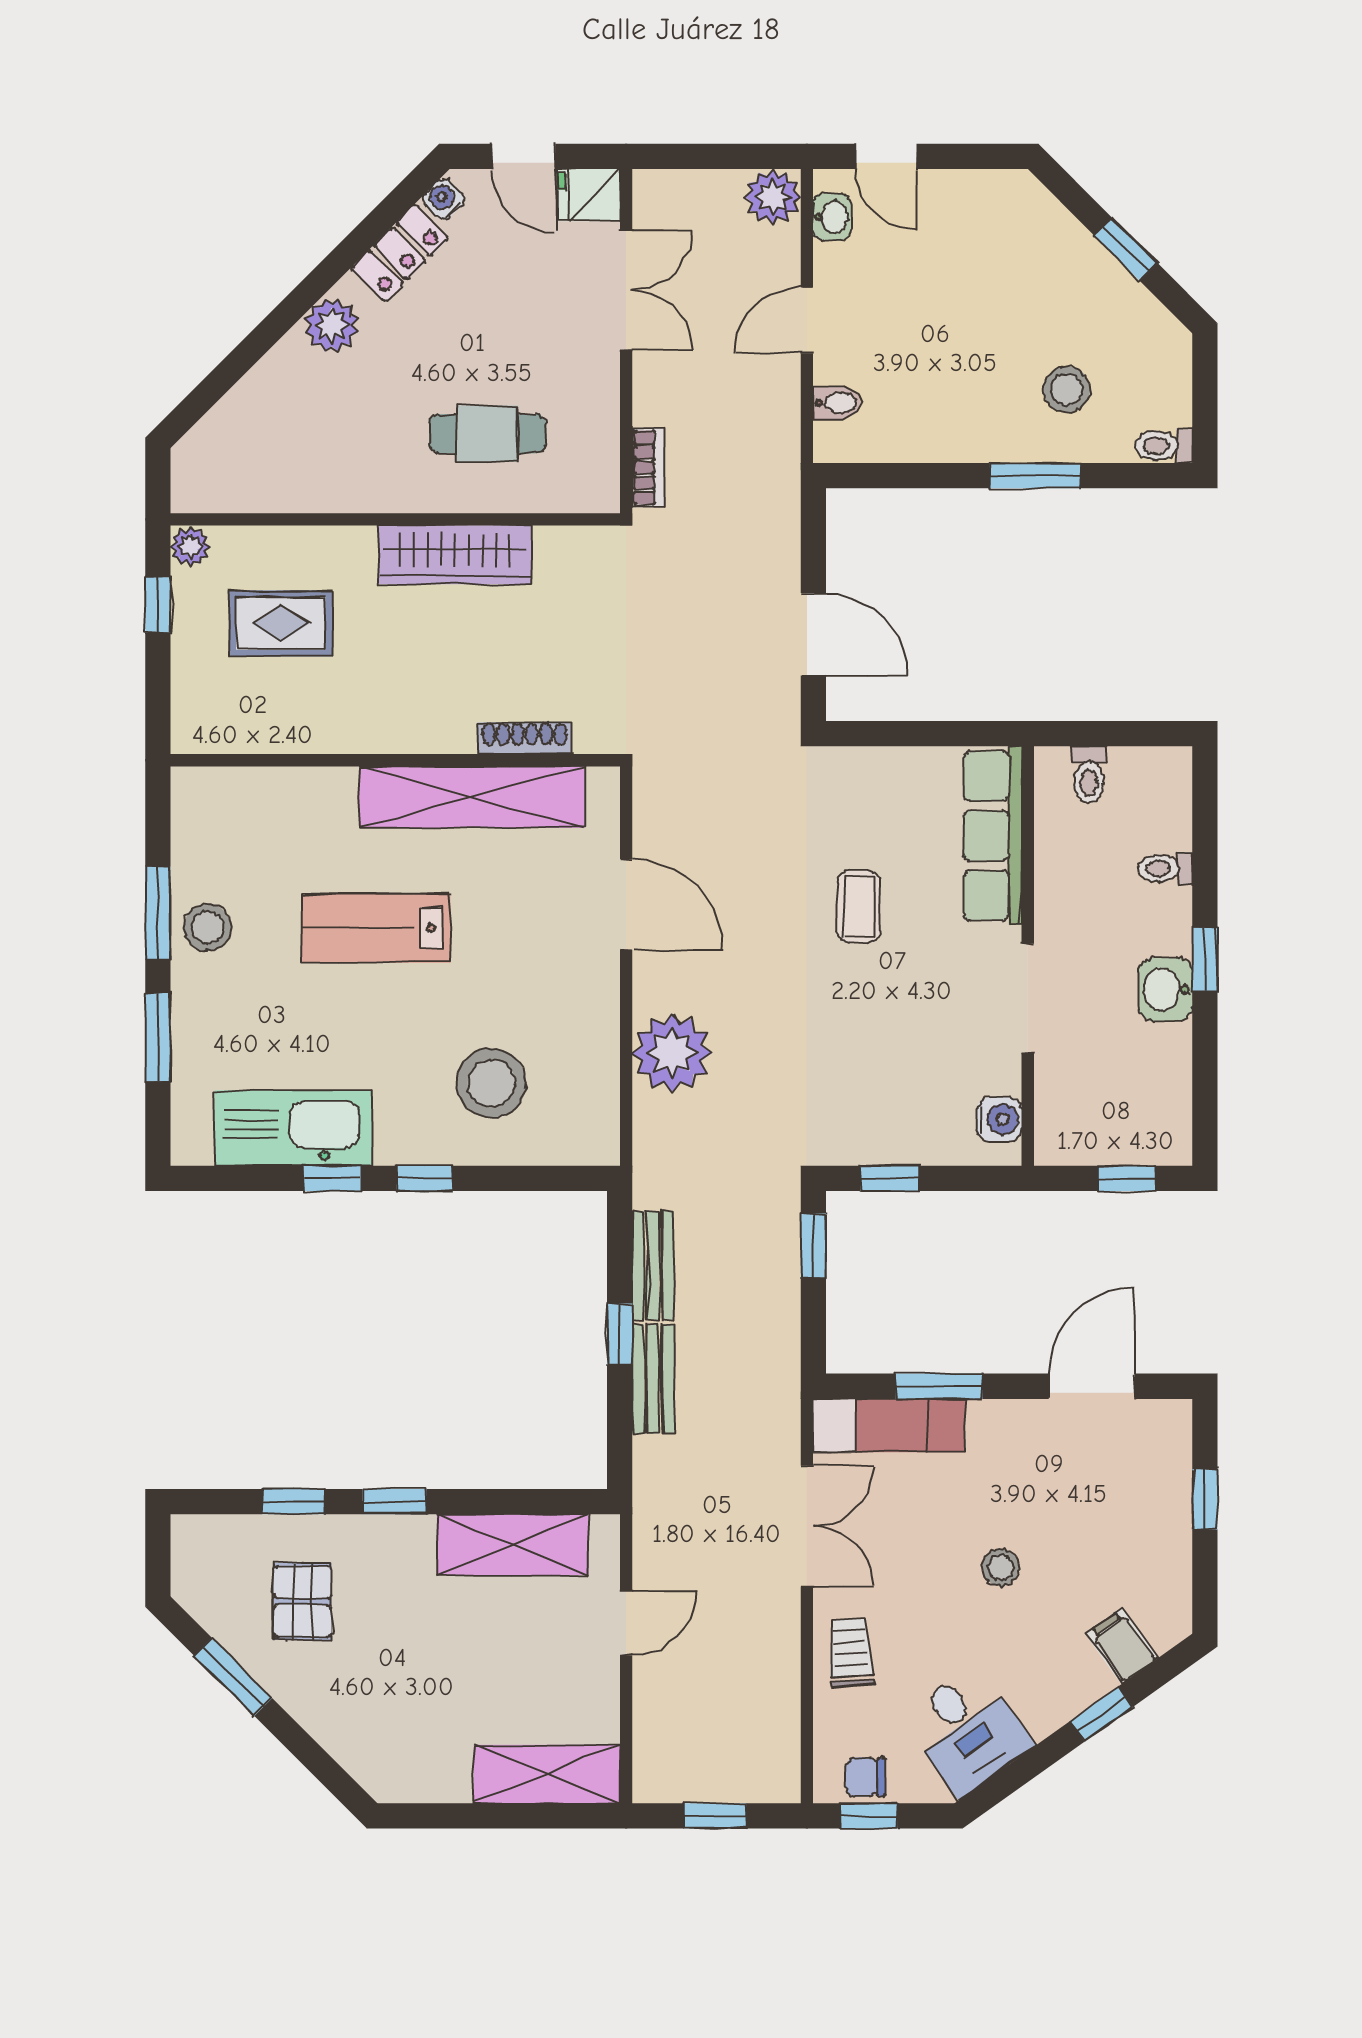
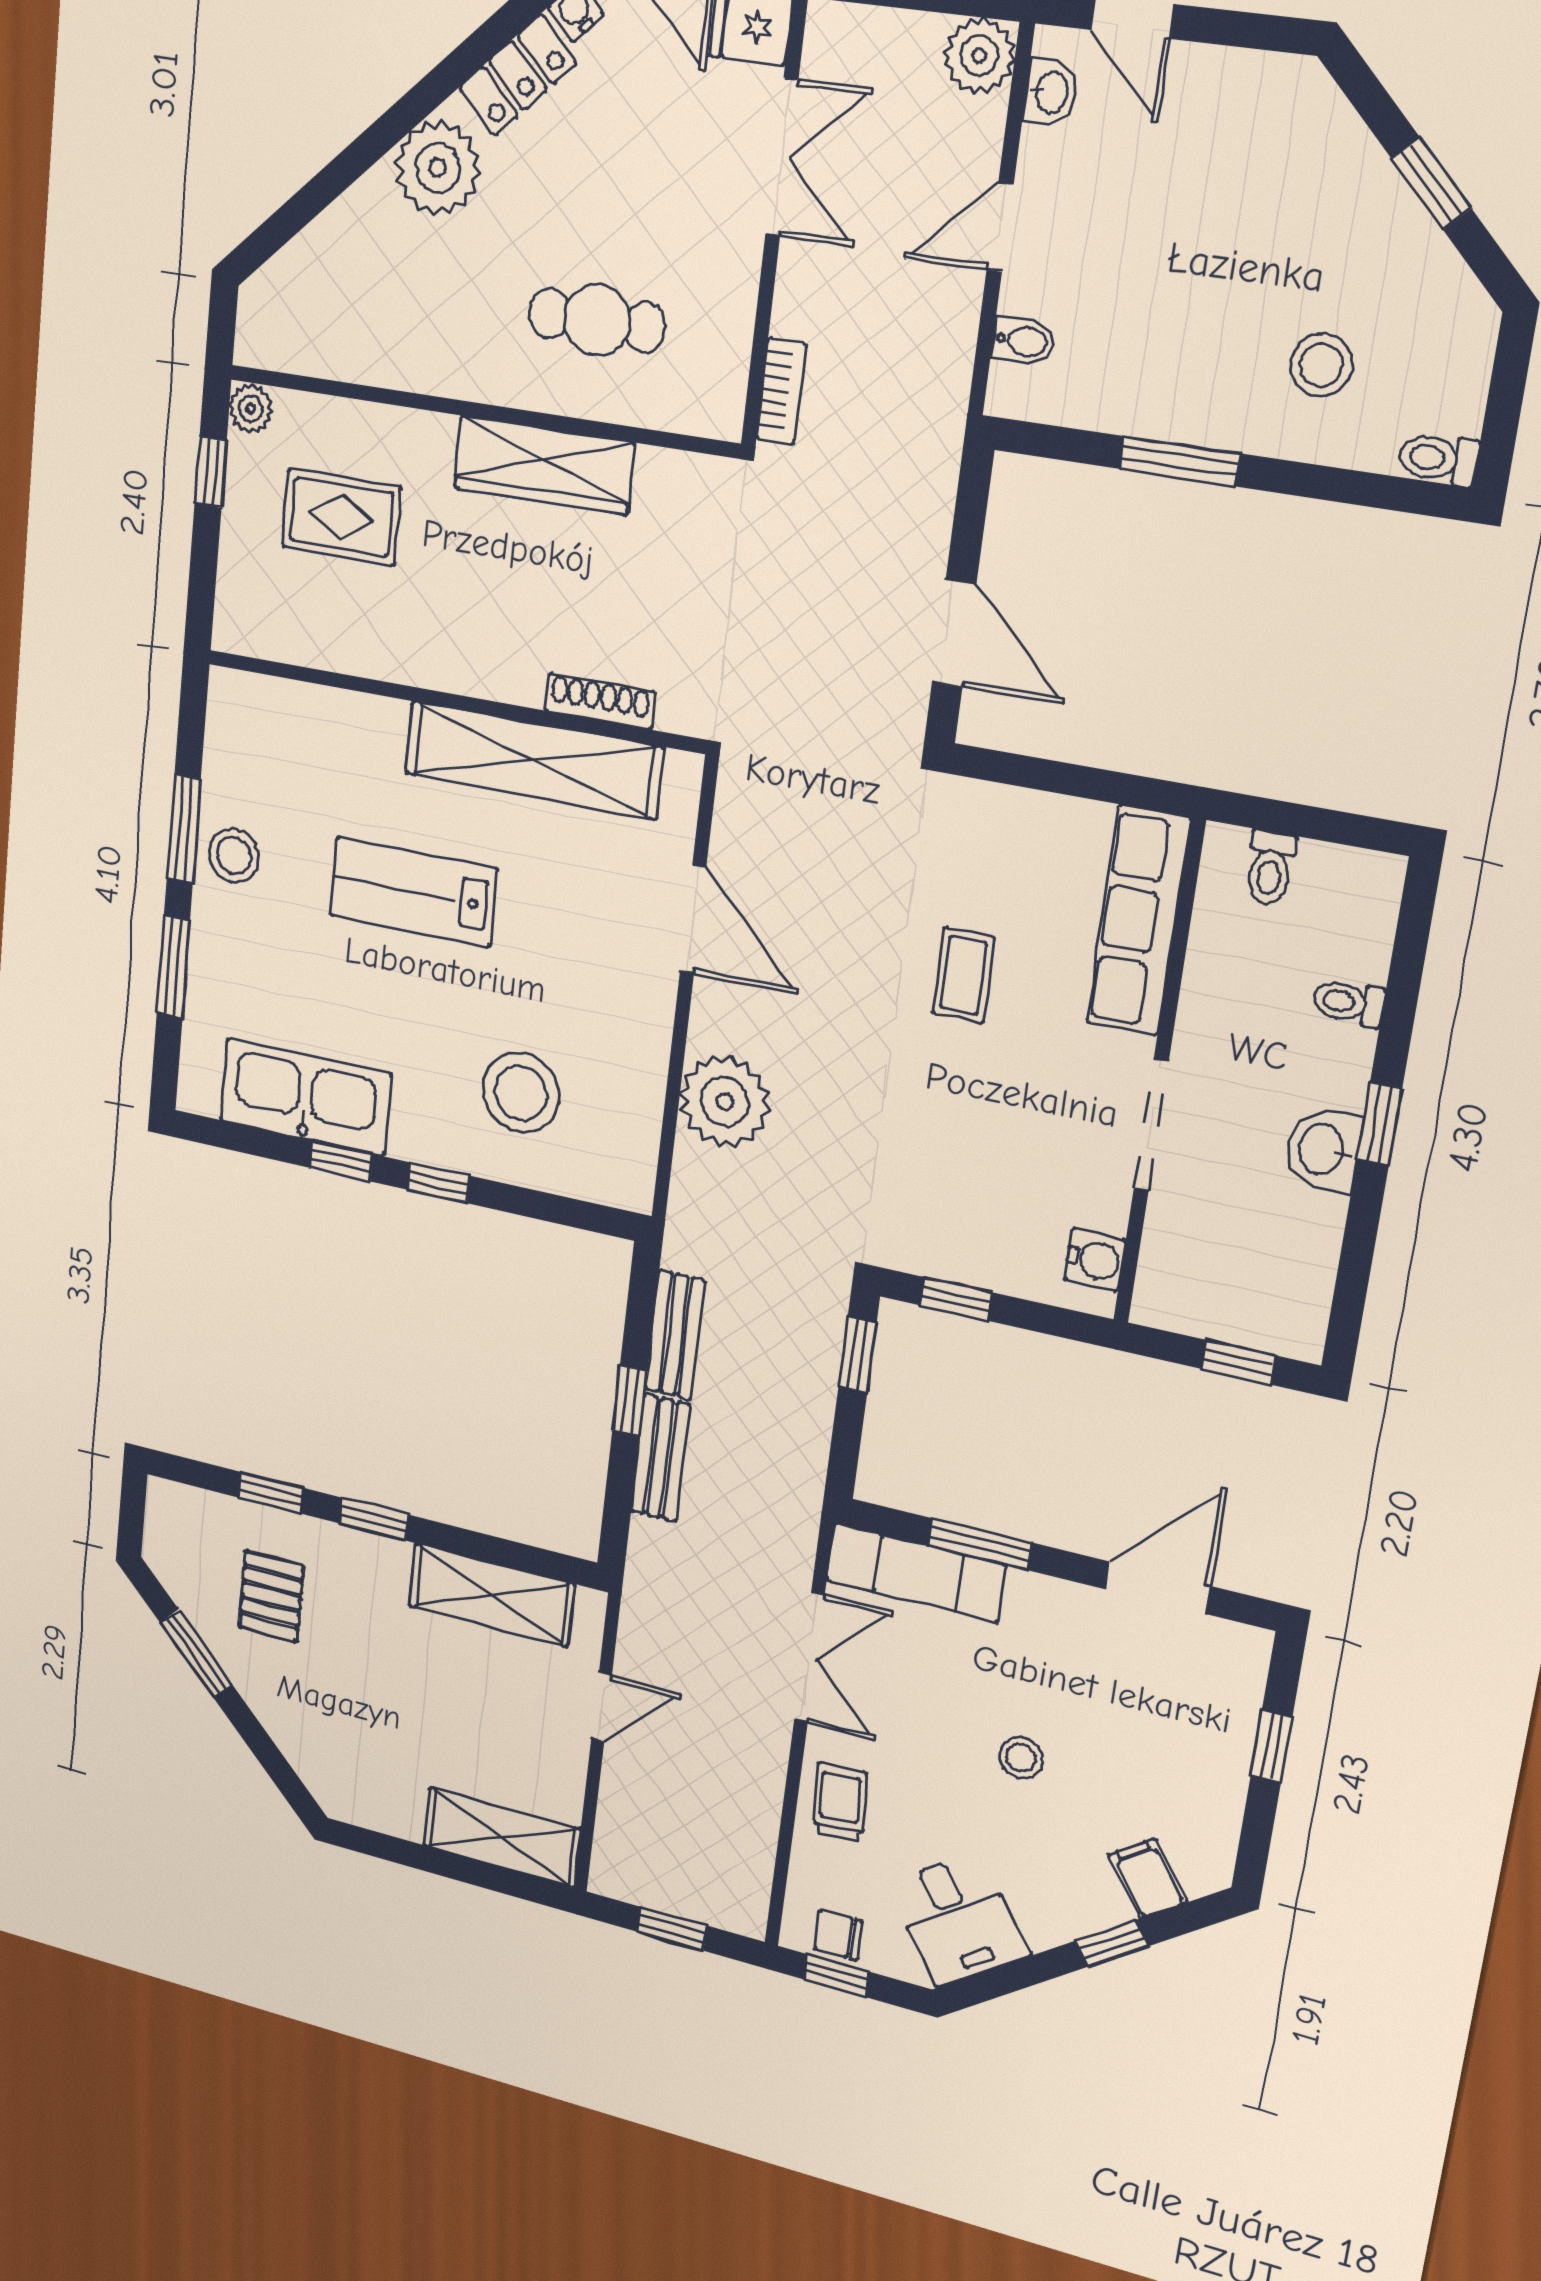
plant: (332, 325) -> (438, 168), width x1.36, depth x1.36
window: (1035, 476) -> (1179, 461), moved

